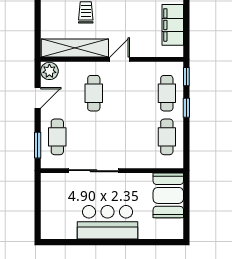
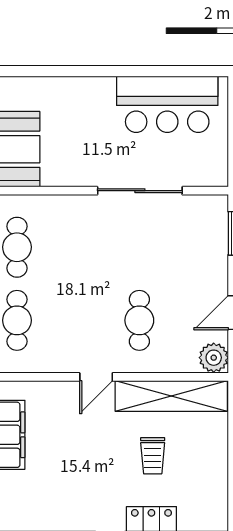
cafe table: (57, 137) -> (201, 247), removed
bar counter: (107, 222) -> (167, 104), moved

